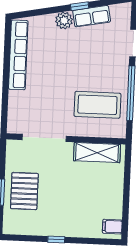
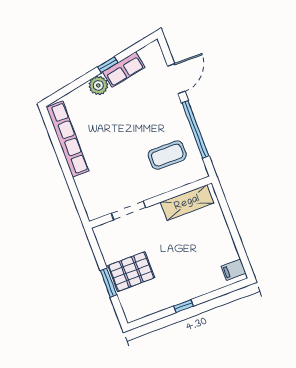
coffee table: (97, 105) -> (167, 155), width x0.73, depth x0.76
doorway: (44, 138) -> (129, 210), width x0.73
pallet: (24, 191) -> (131, 272), turned 90

